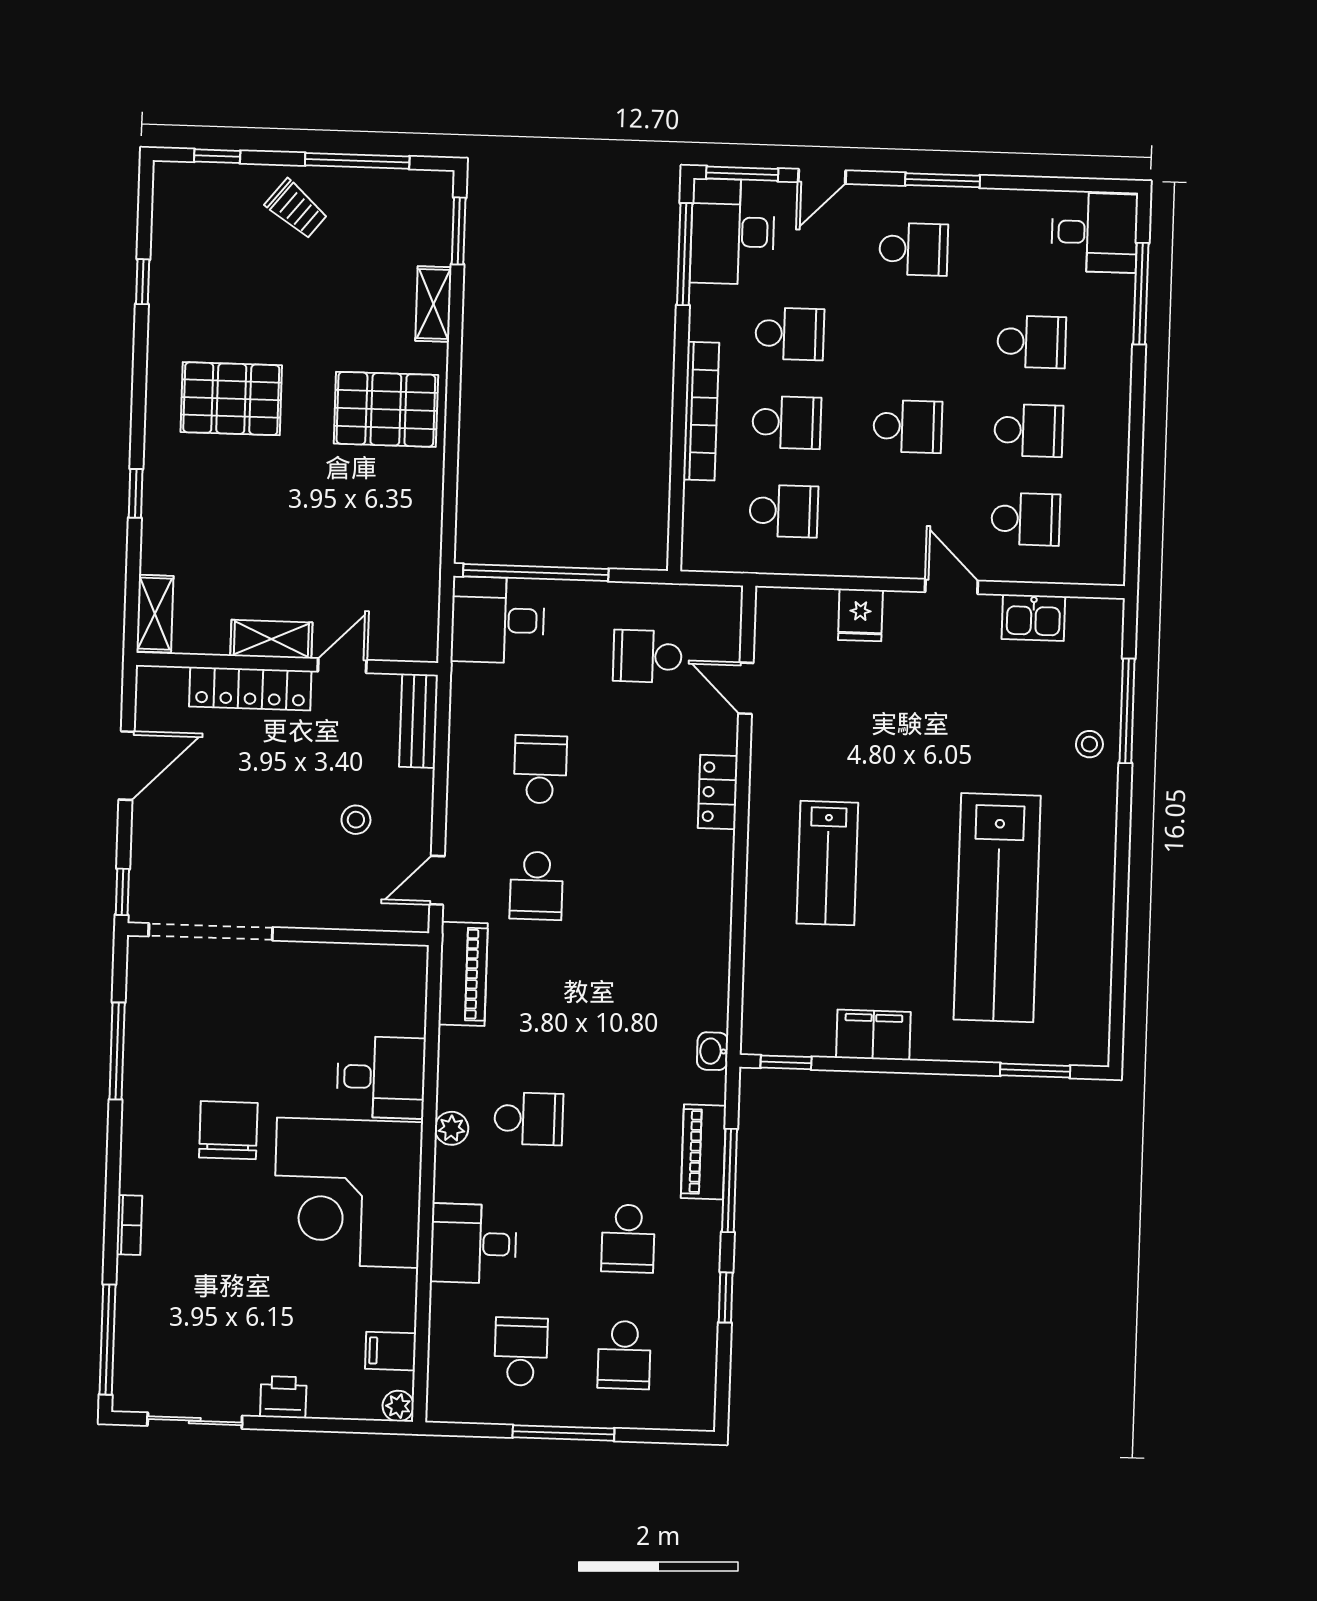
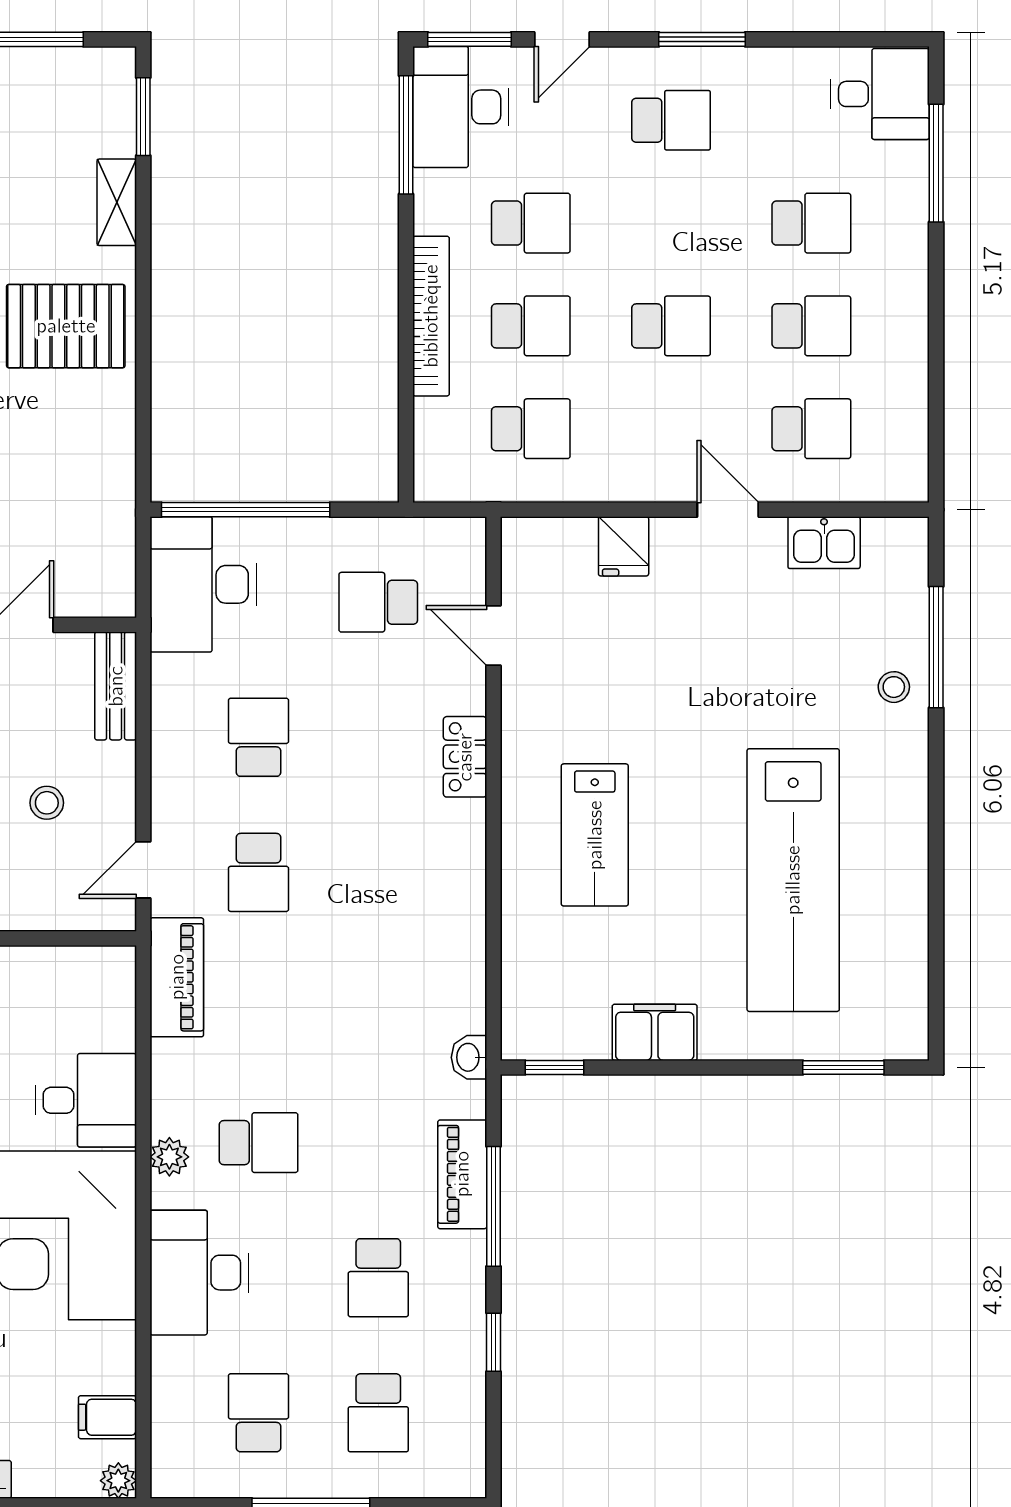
desk: (498, 620) -> (203, 584), width x1.37
desk: (473, 1244) -> (199, 1273), width x1.37

